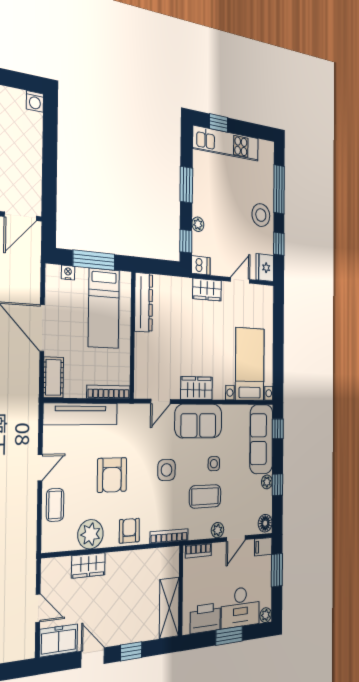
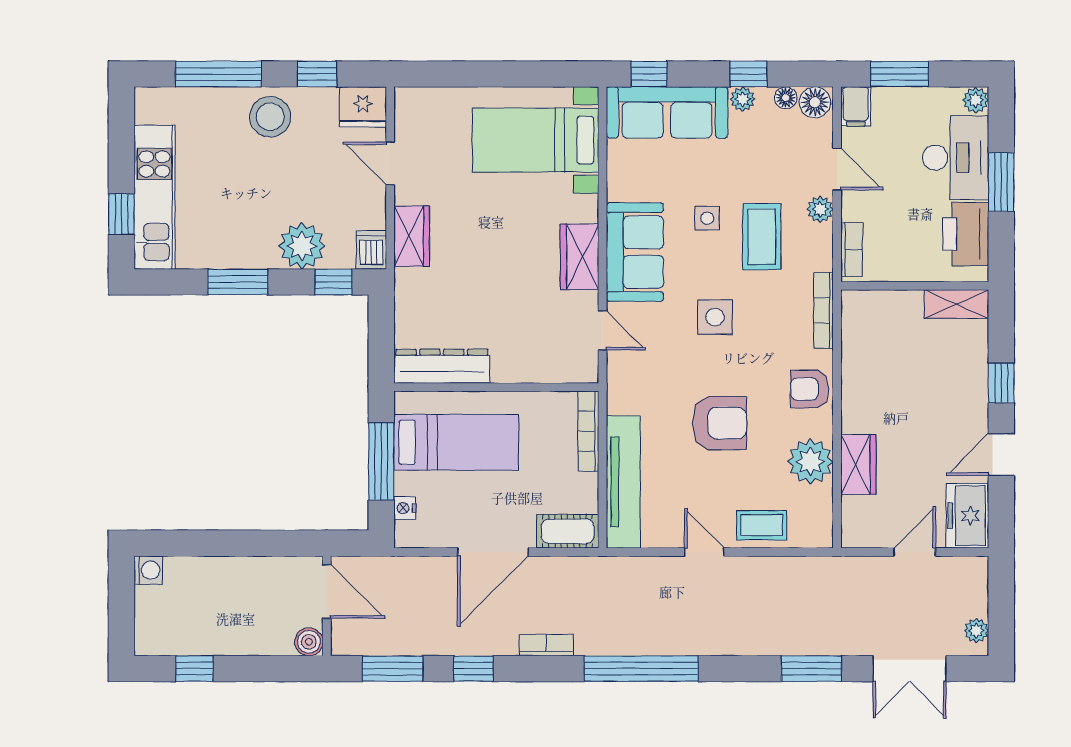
plant: (198, 224) -> (302, 246), width x1.87, depth x1.87
floor lamp: (267, 506) -> (786, 98), added
shelving: (169, 608) -> (956, 304), width x0.67, depth x0.75

